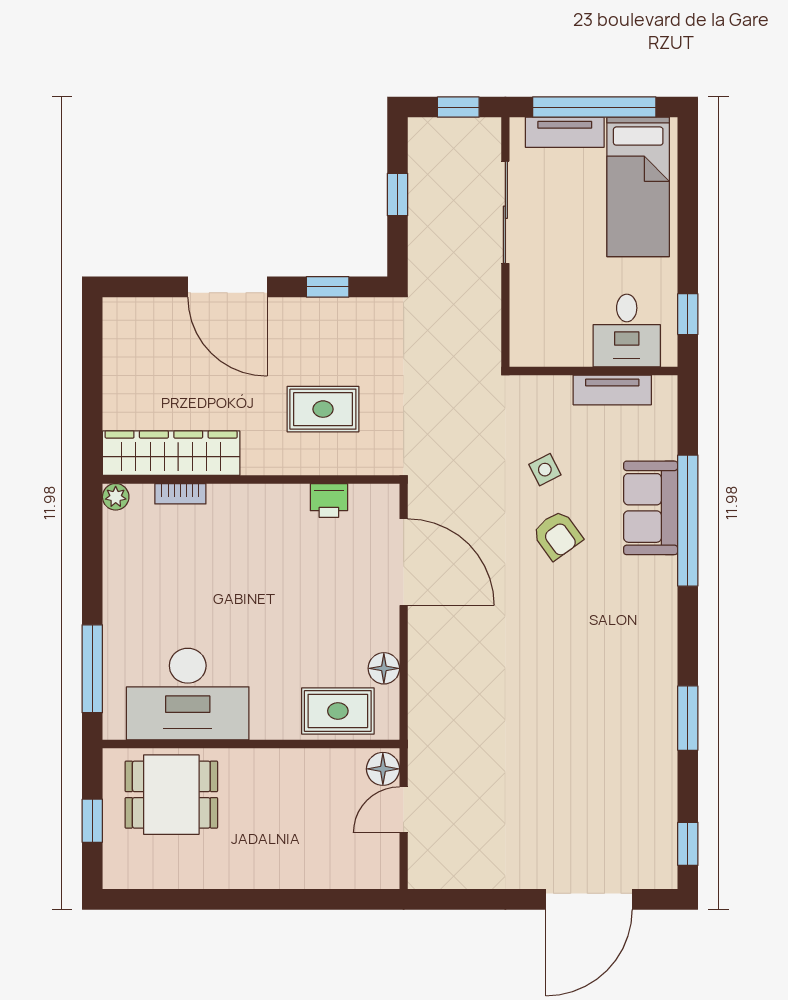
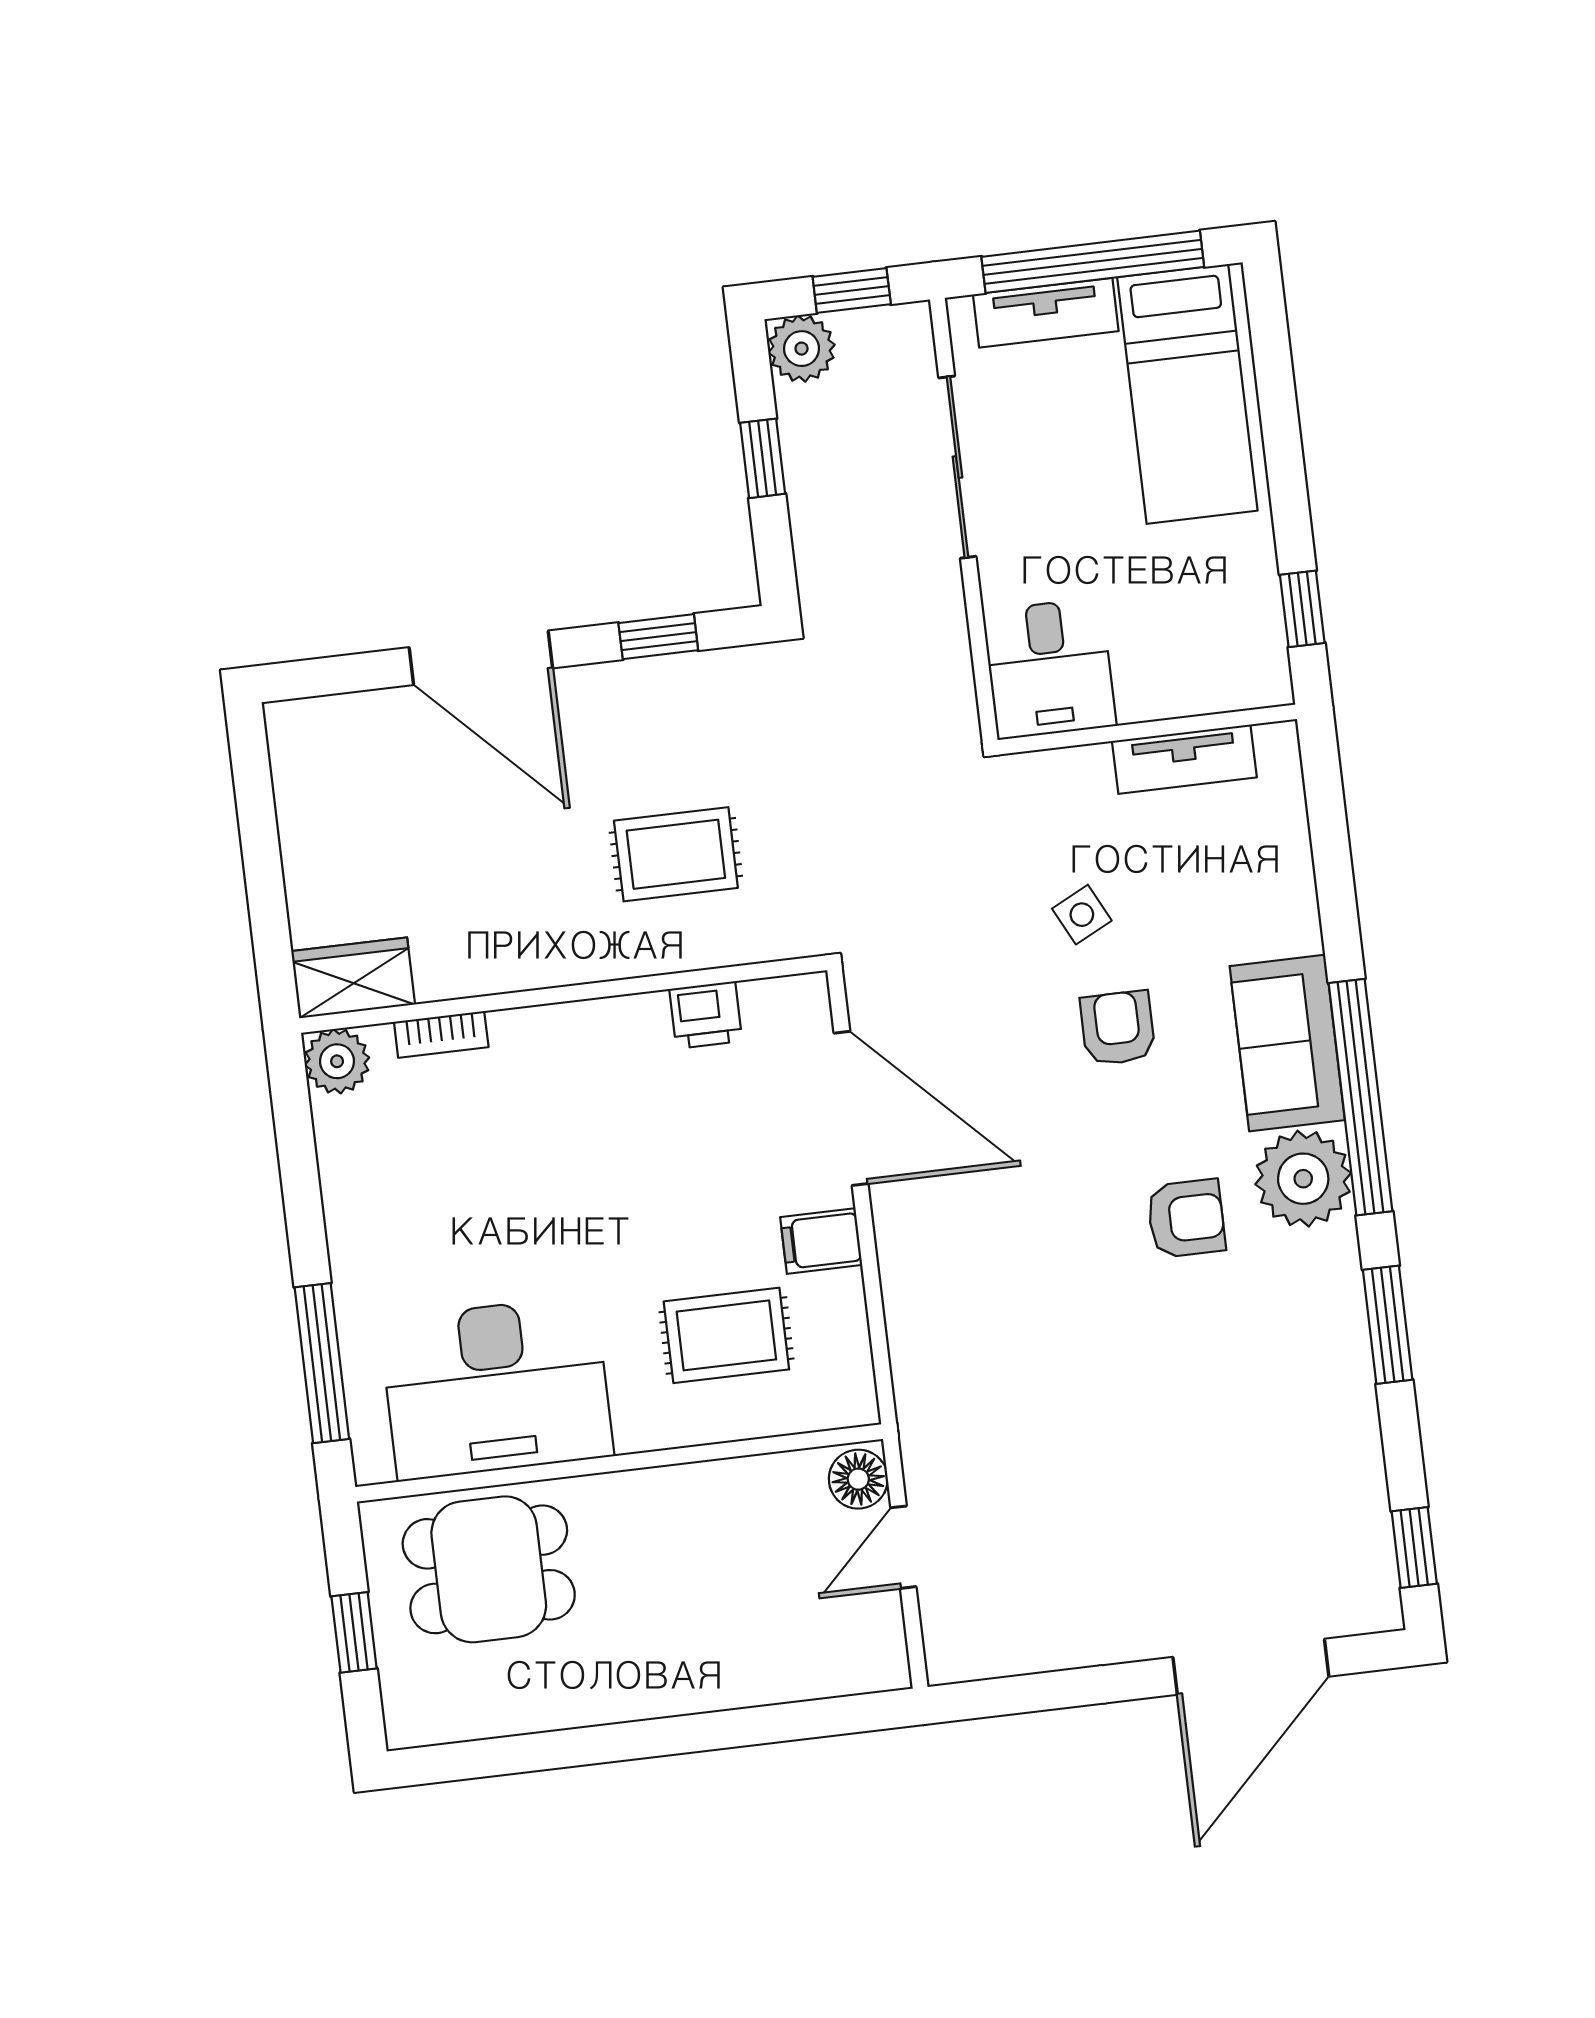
plant: (426, 136) -> (802, 349), added
desk: (627, 330) -> (1049, 668), moved
wardrobe: (171, 453) -> (353, 978), width x0.48, depth x0.85
plant: (116, 497) -> (337, 1061), width x1.38, depth x1.38
sofa: (651, 508) -> (1287, 1043), moved
window: (688, 521) -> (1360, 1097), moved
armchair: (557, 535) -> (1118, 1028), turned -144
plant: (651, 631) -> (1303, 1179), added
filing cabinet: (378, 634) -> (821, 1241), added
armchair: (583, 646) -> (1186, 1218), added
floor lamp: (384, 668) -> (839, 1301), removed
rug: (338, 711) -> (726, 1335), moved

